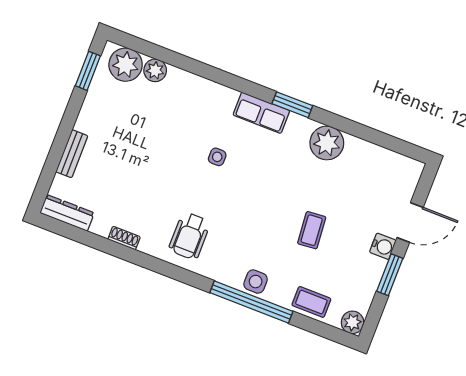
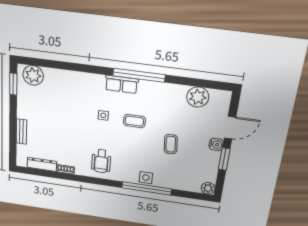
plant: (155, 70) -> (51, 75), removed
window: (292, 105) -> (139, 75), width x2.11
plant: (327, 143) -> (198, 97), moved
dresser: (67, 213) -> (42, 164), moved
coffee table: (311, 302) -> (134, 121), moved

